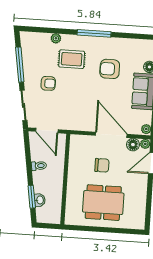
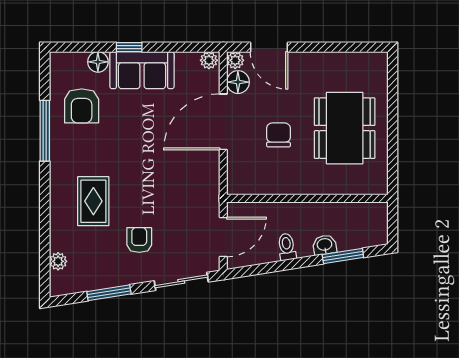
window: (94, 33) -> (45, 131), moved
plant: (56, 38) -> (58, 261), moved
window: (20, 65) -> (109, 293), width x0.69
armchair: (110, 69) -> (82, 106), moved
washbasin: (40, 200) -> (325, 245), moved

